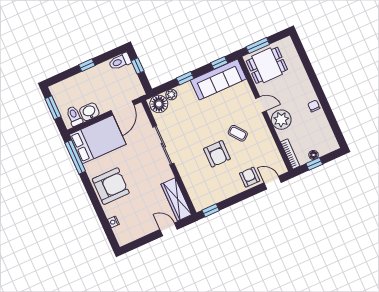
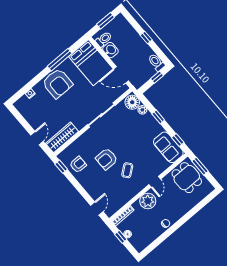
sofa: (218, 80) -> (168, 147), width x0.73
window: (75, 157) -> (60, 60), moved
armchair: (250, 177) -> (78, 165), moved

